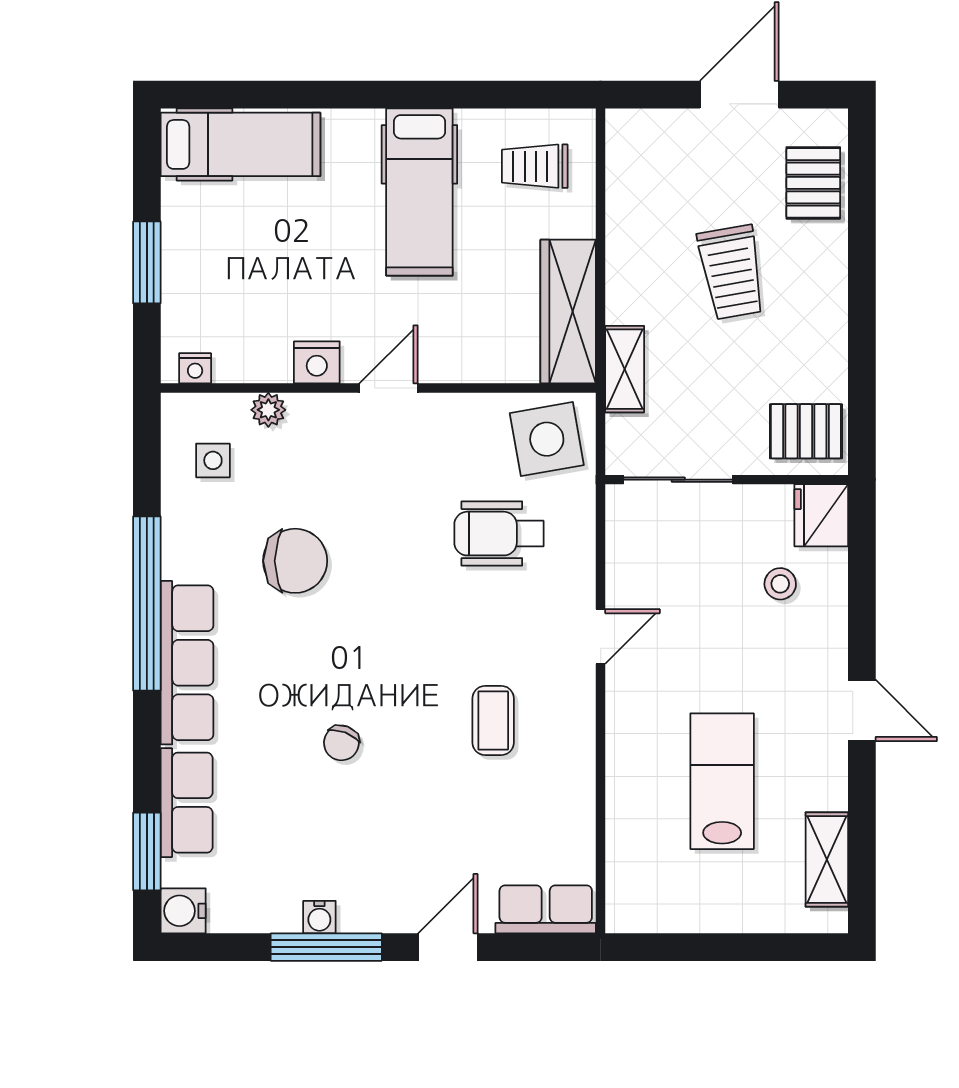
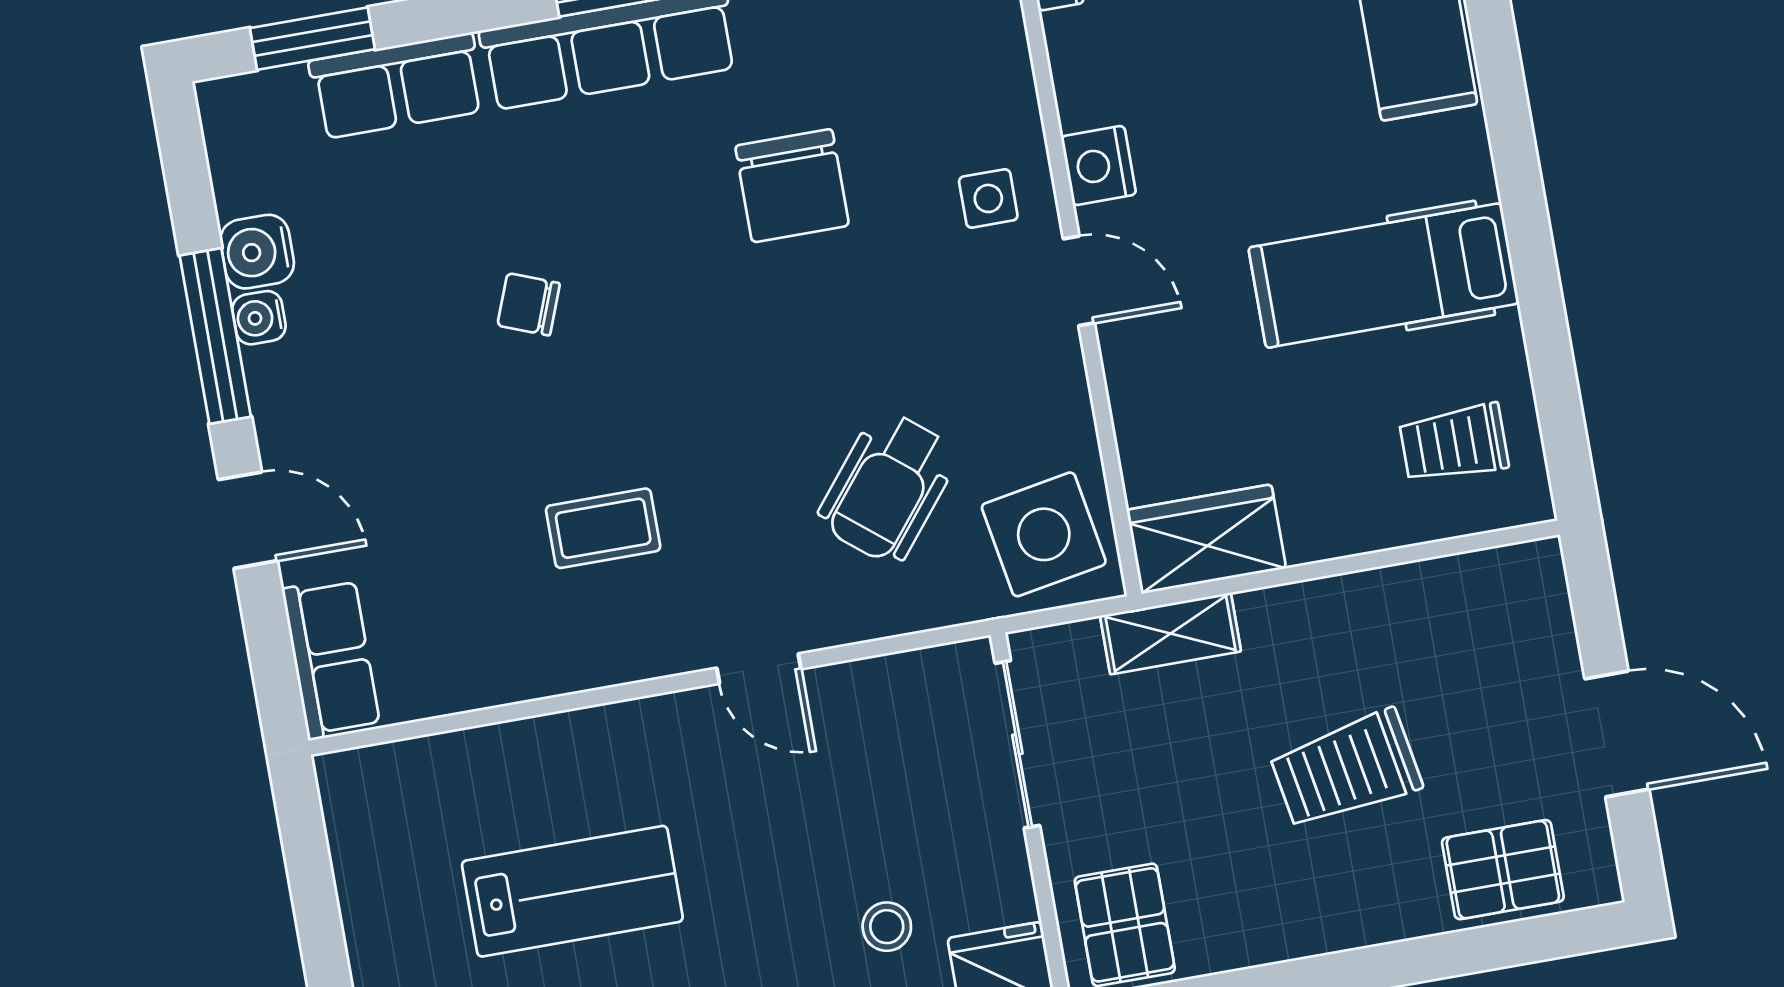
trolley: (535, 166) -> (1454, 443), turned -90
wardrobe: (568, 312) -> (1206, 539), width x0.67
plant: (268, 410) -> (1014, 105), removed
side table: (213, 460) -> (988, 198), moved
wheelchair: (499, 534) -> (888, 487), turned -141
water cooler: (183, 911) -> (257, 252), moved, turned -90

